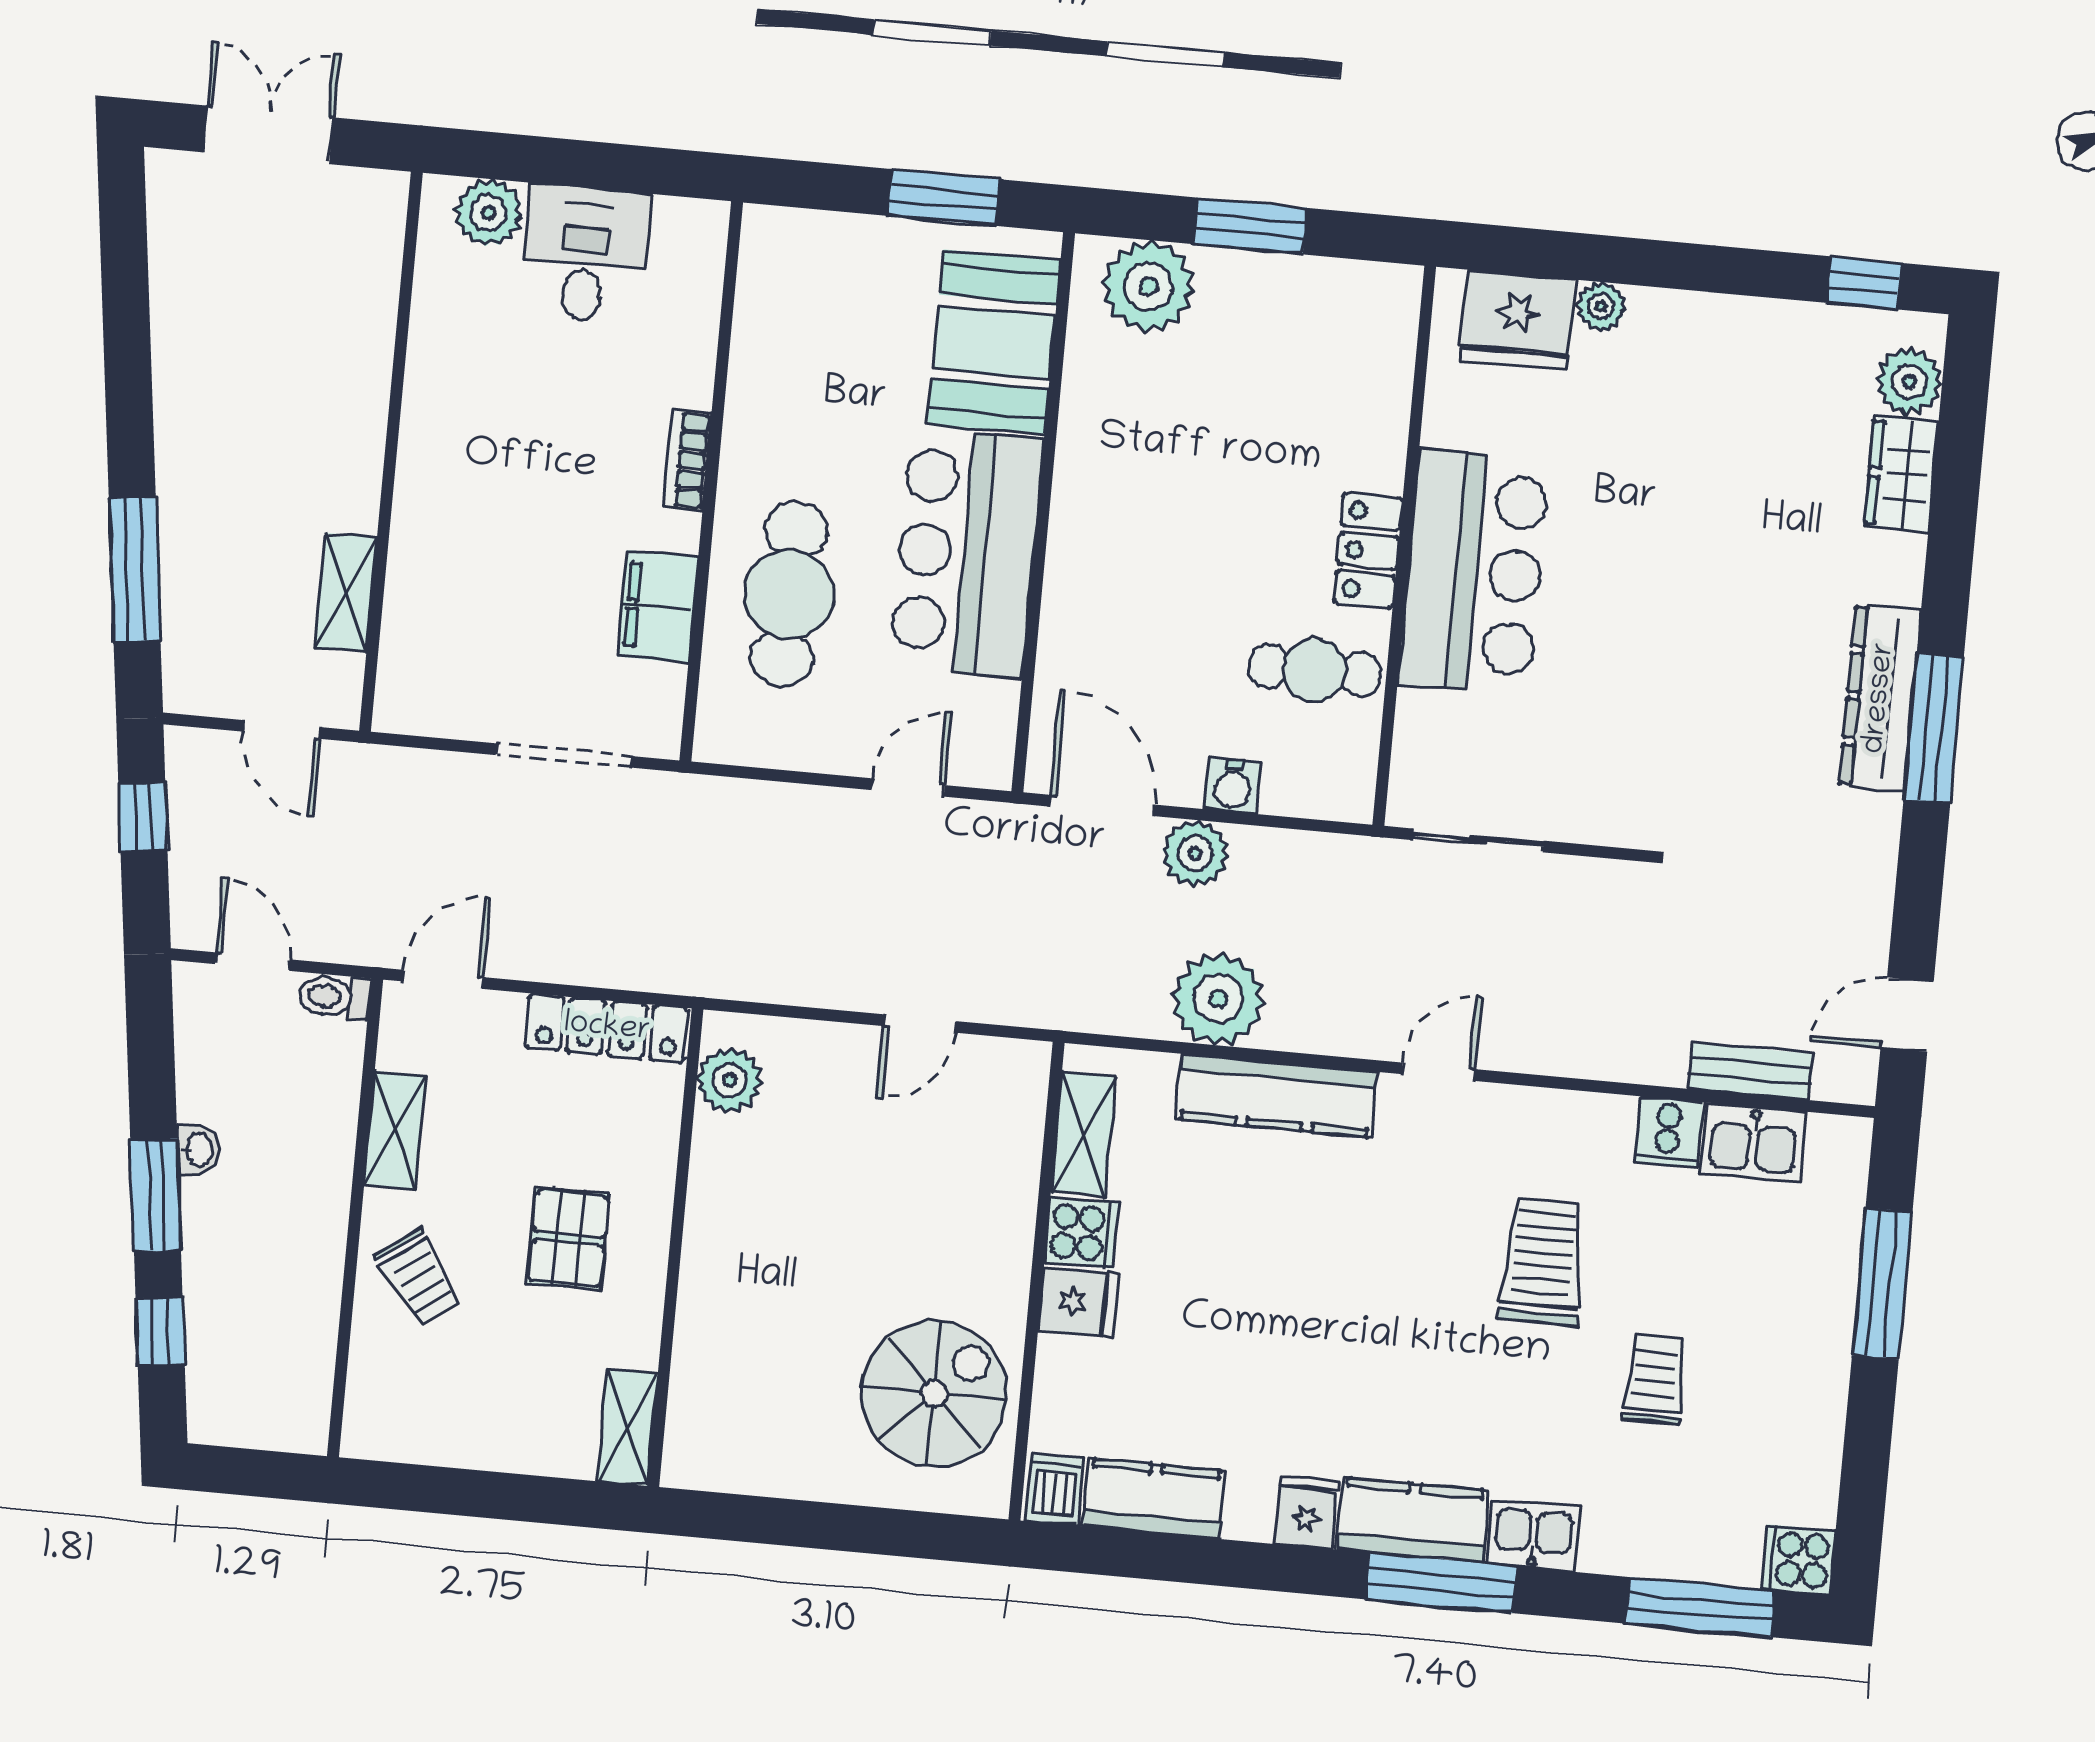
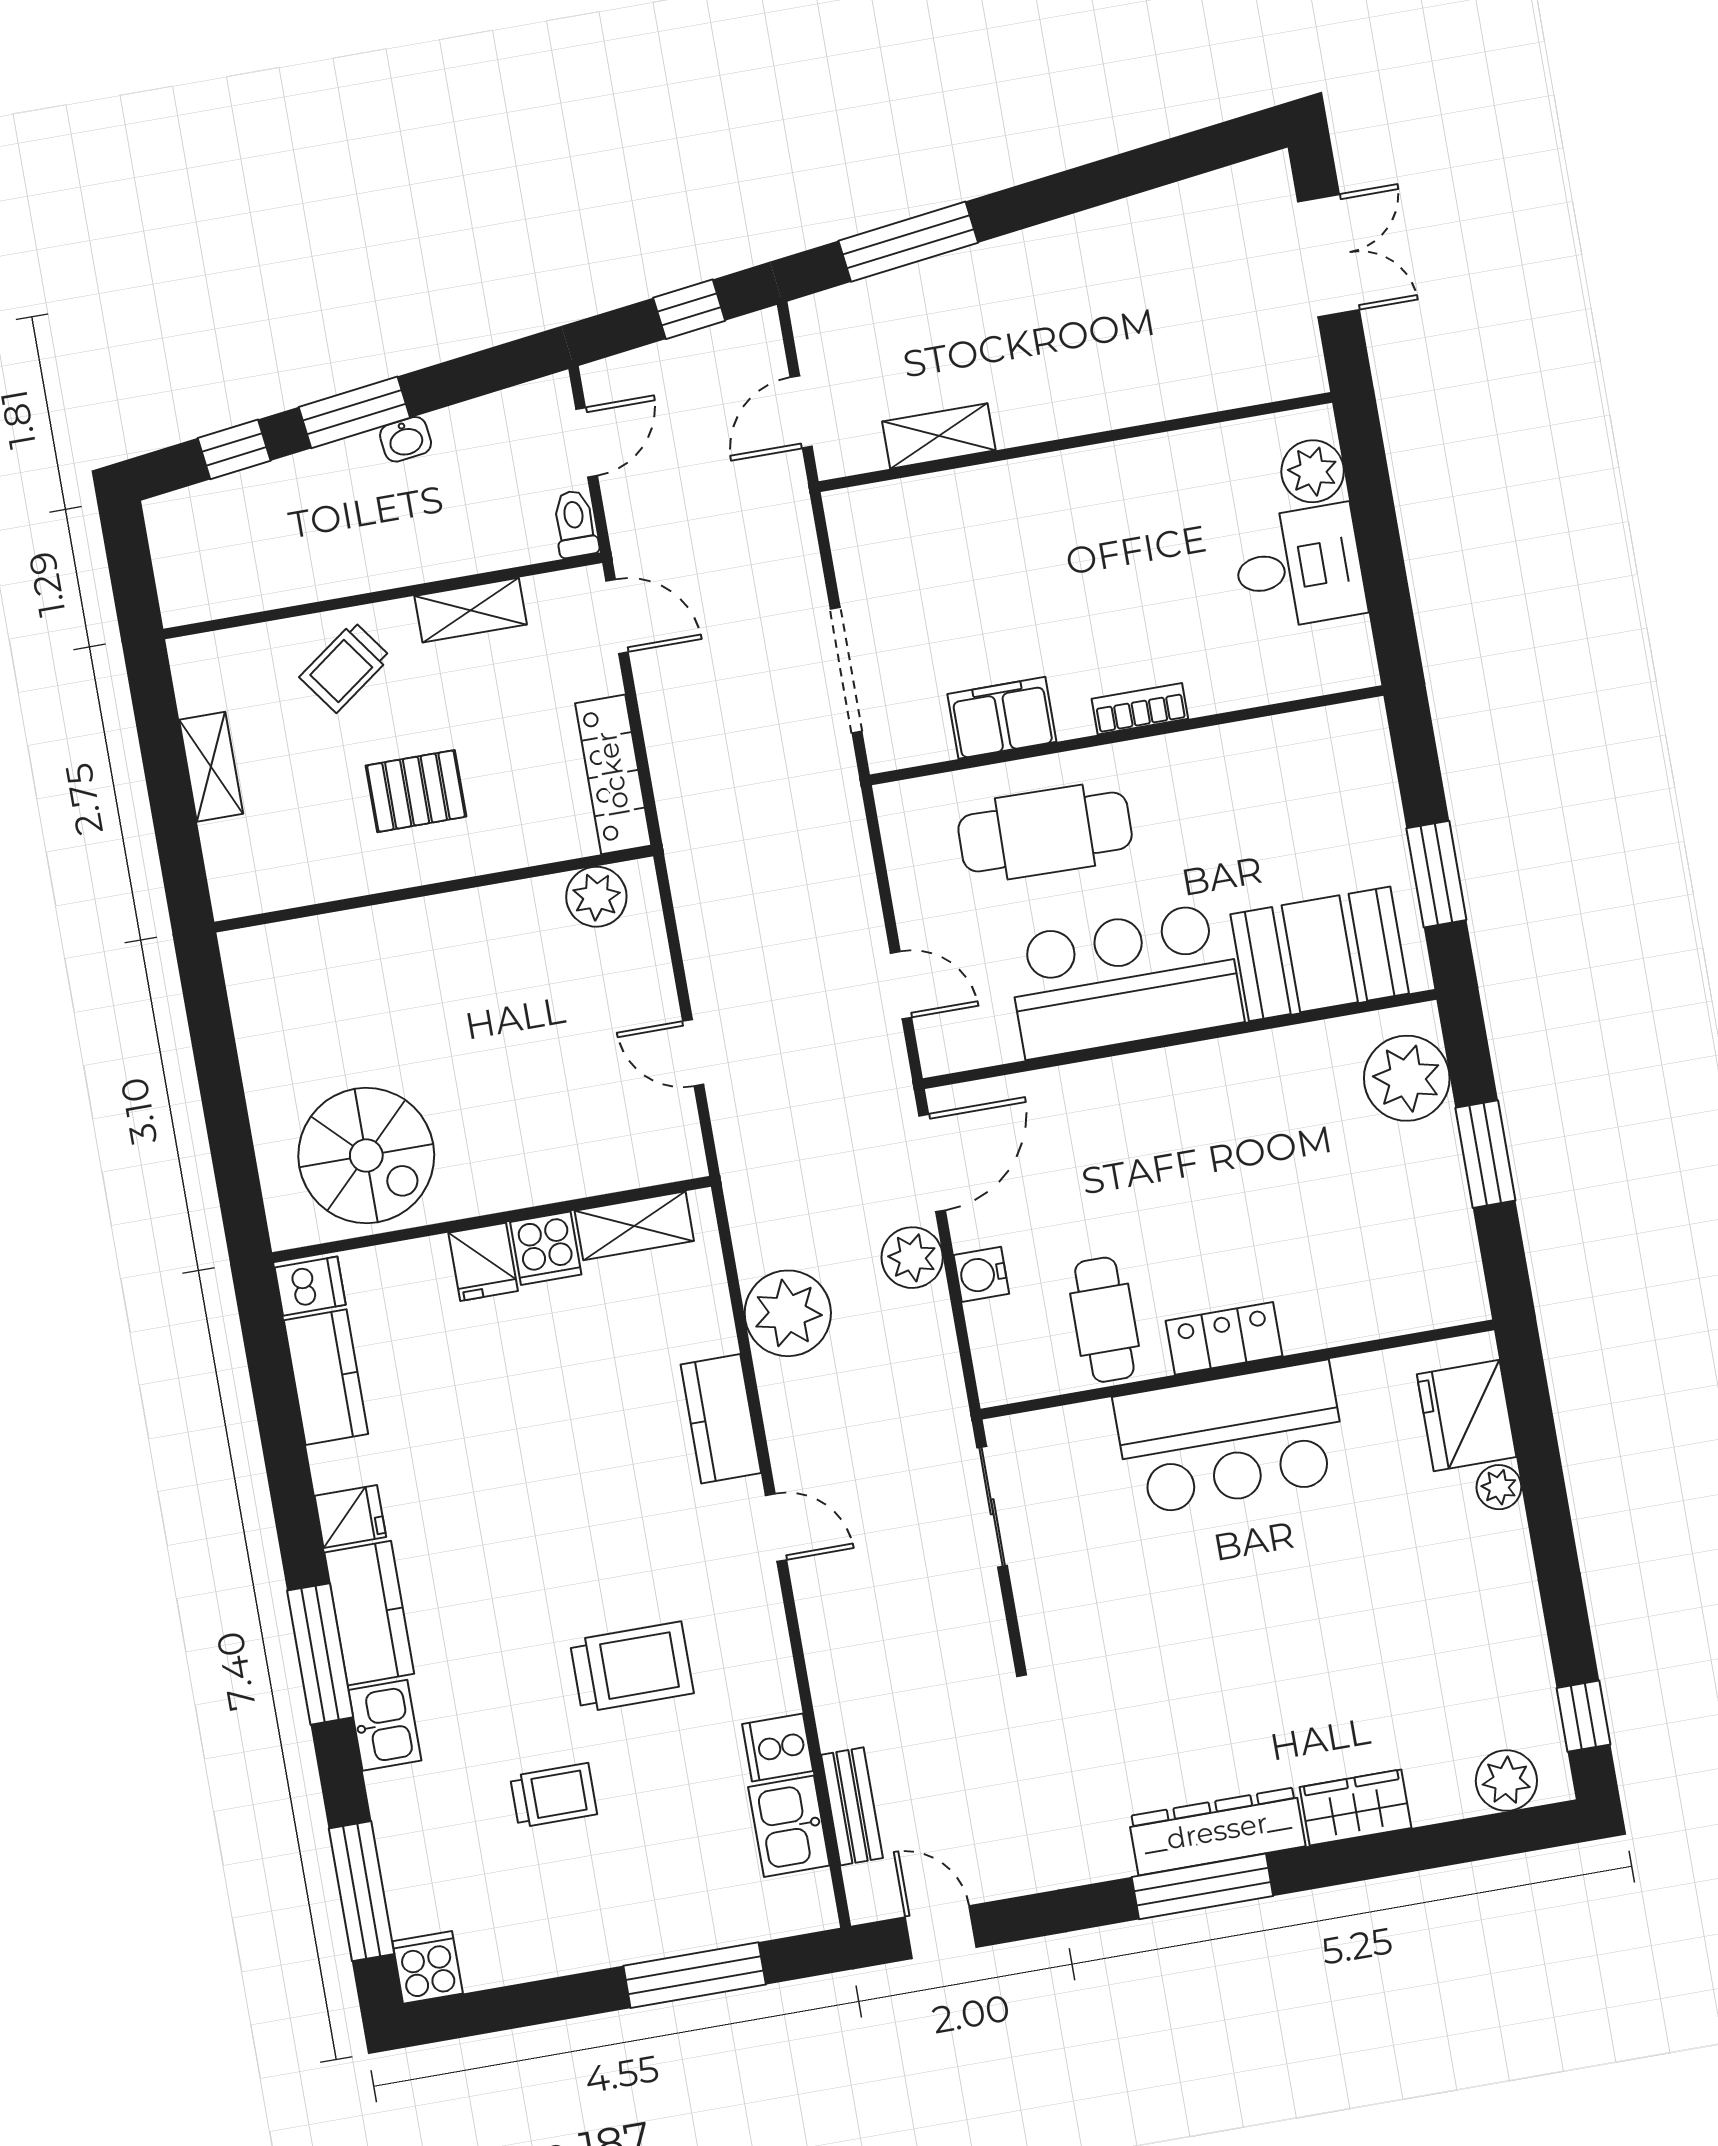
wardrobe: (1901, 474) -> (1355, 1808), moved
kitchen counter: (1277, 1095) -> (721, 1419), width x0.67
shelving: (627, 1428) -> (211, 767), moved, turned 90

